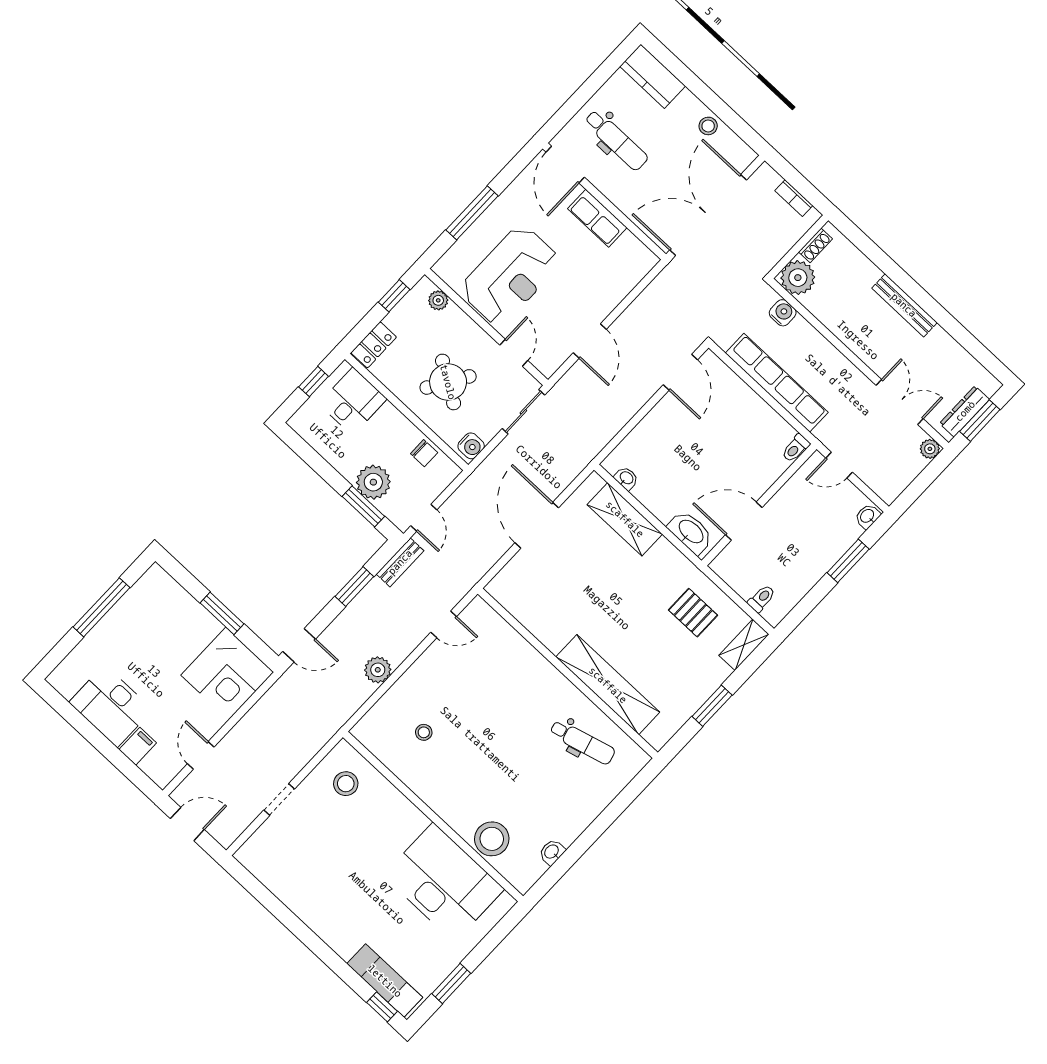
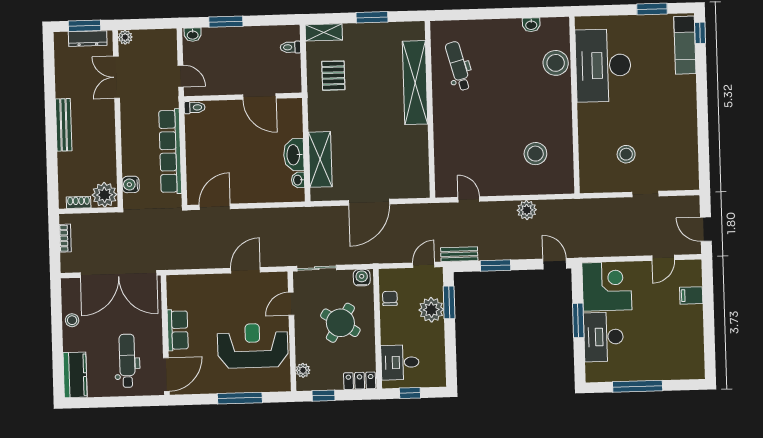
washbasin: (691, 532) -> (294, 155), moved
desk: (111, 706) -> (603, 337), moved, turned 180
stool: (424, 732) -> (535, 154), width x1.89, depth x1.89
stool: (346, 784) -> (626, 154), moved

